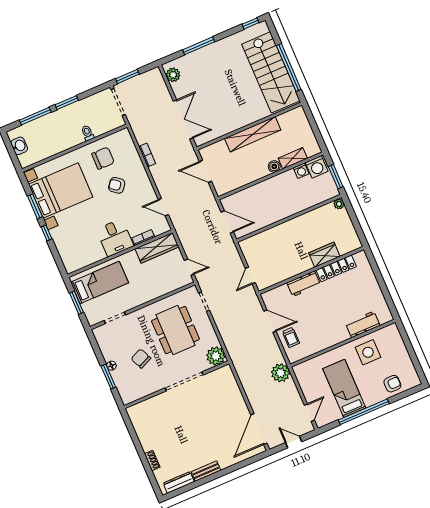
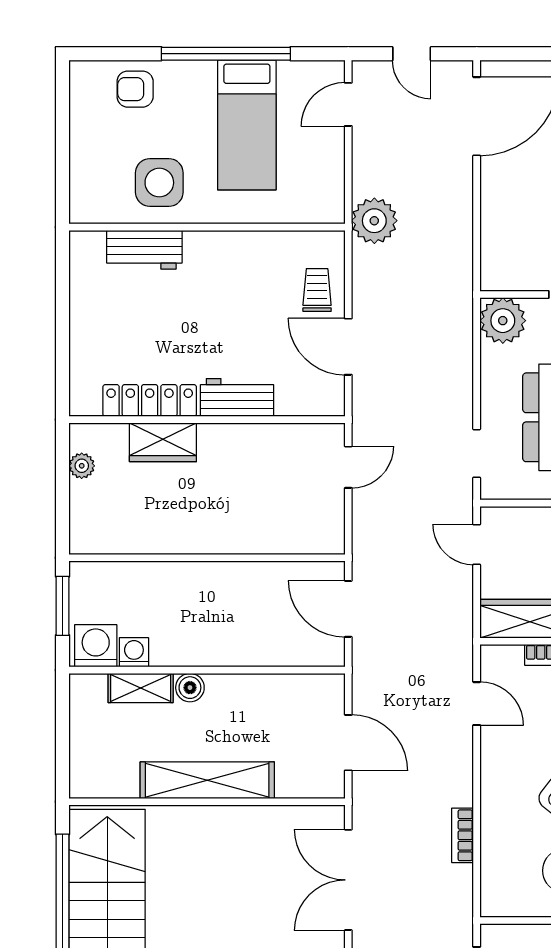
plant: (339, 204) -> (82, 466), moved

